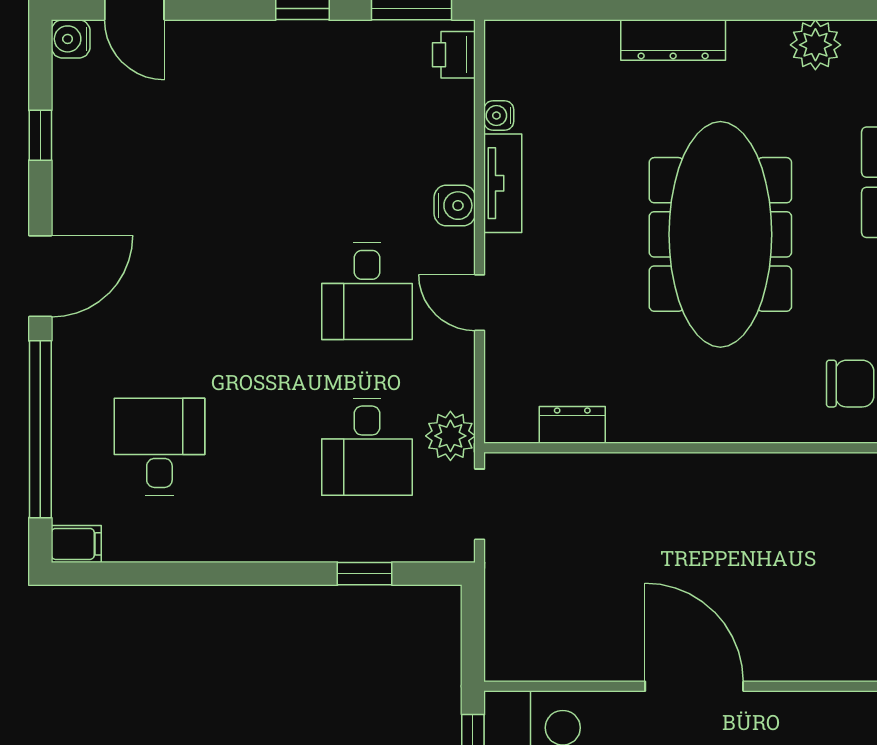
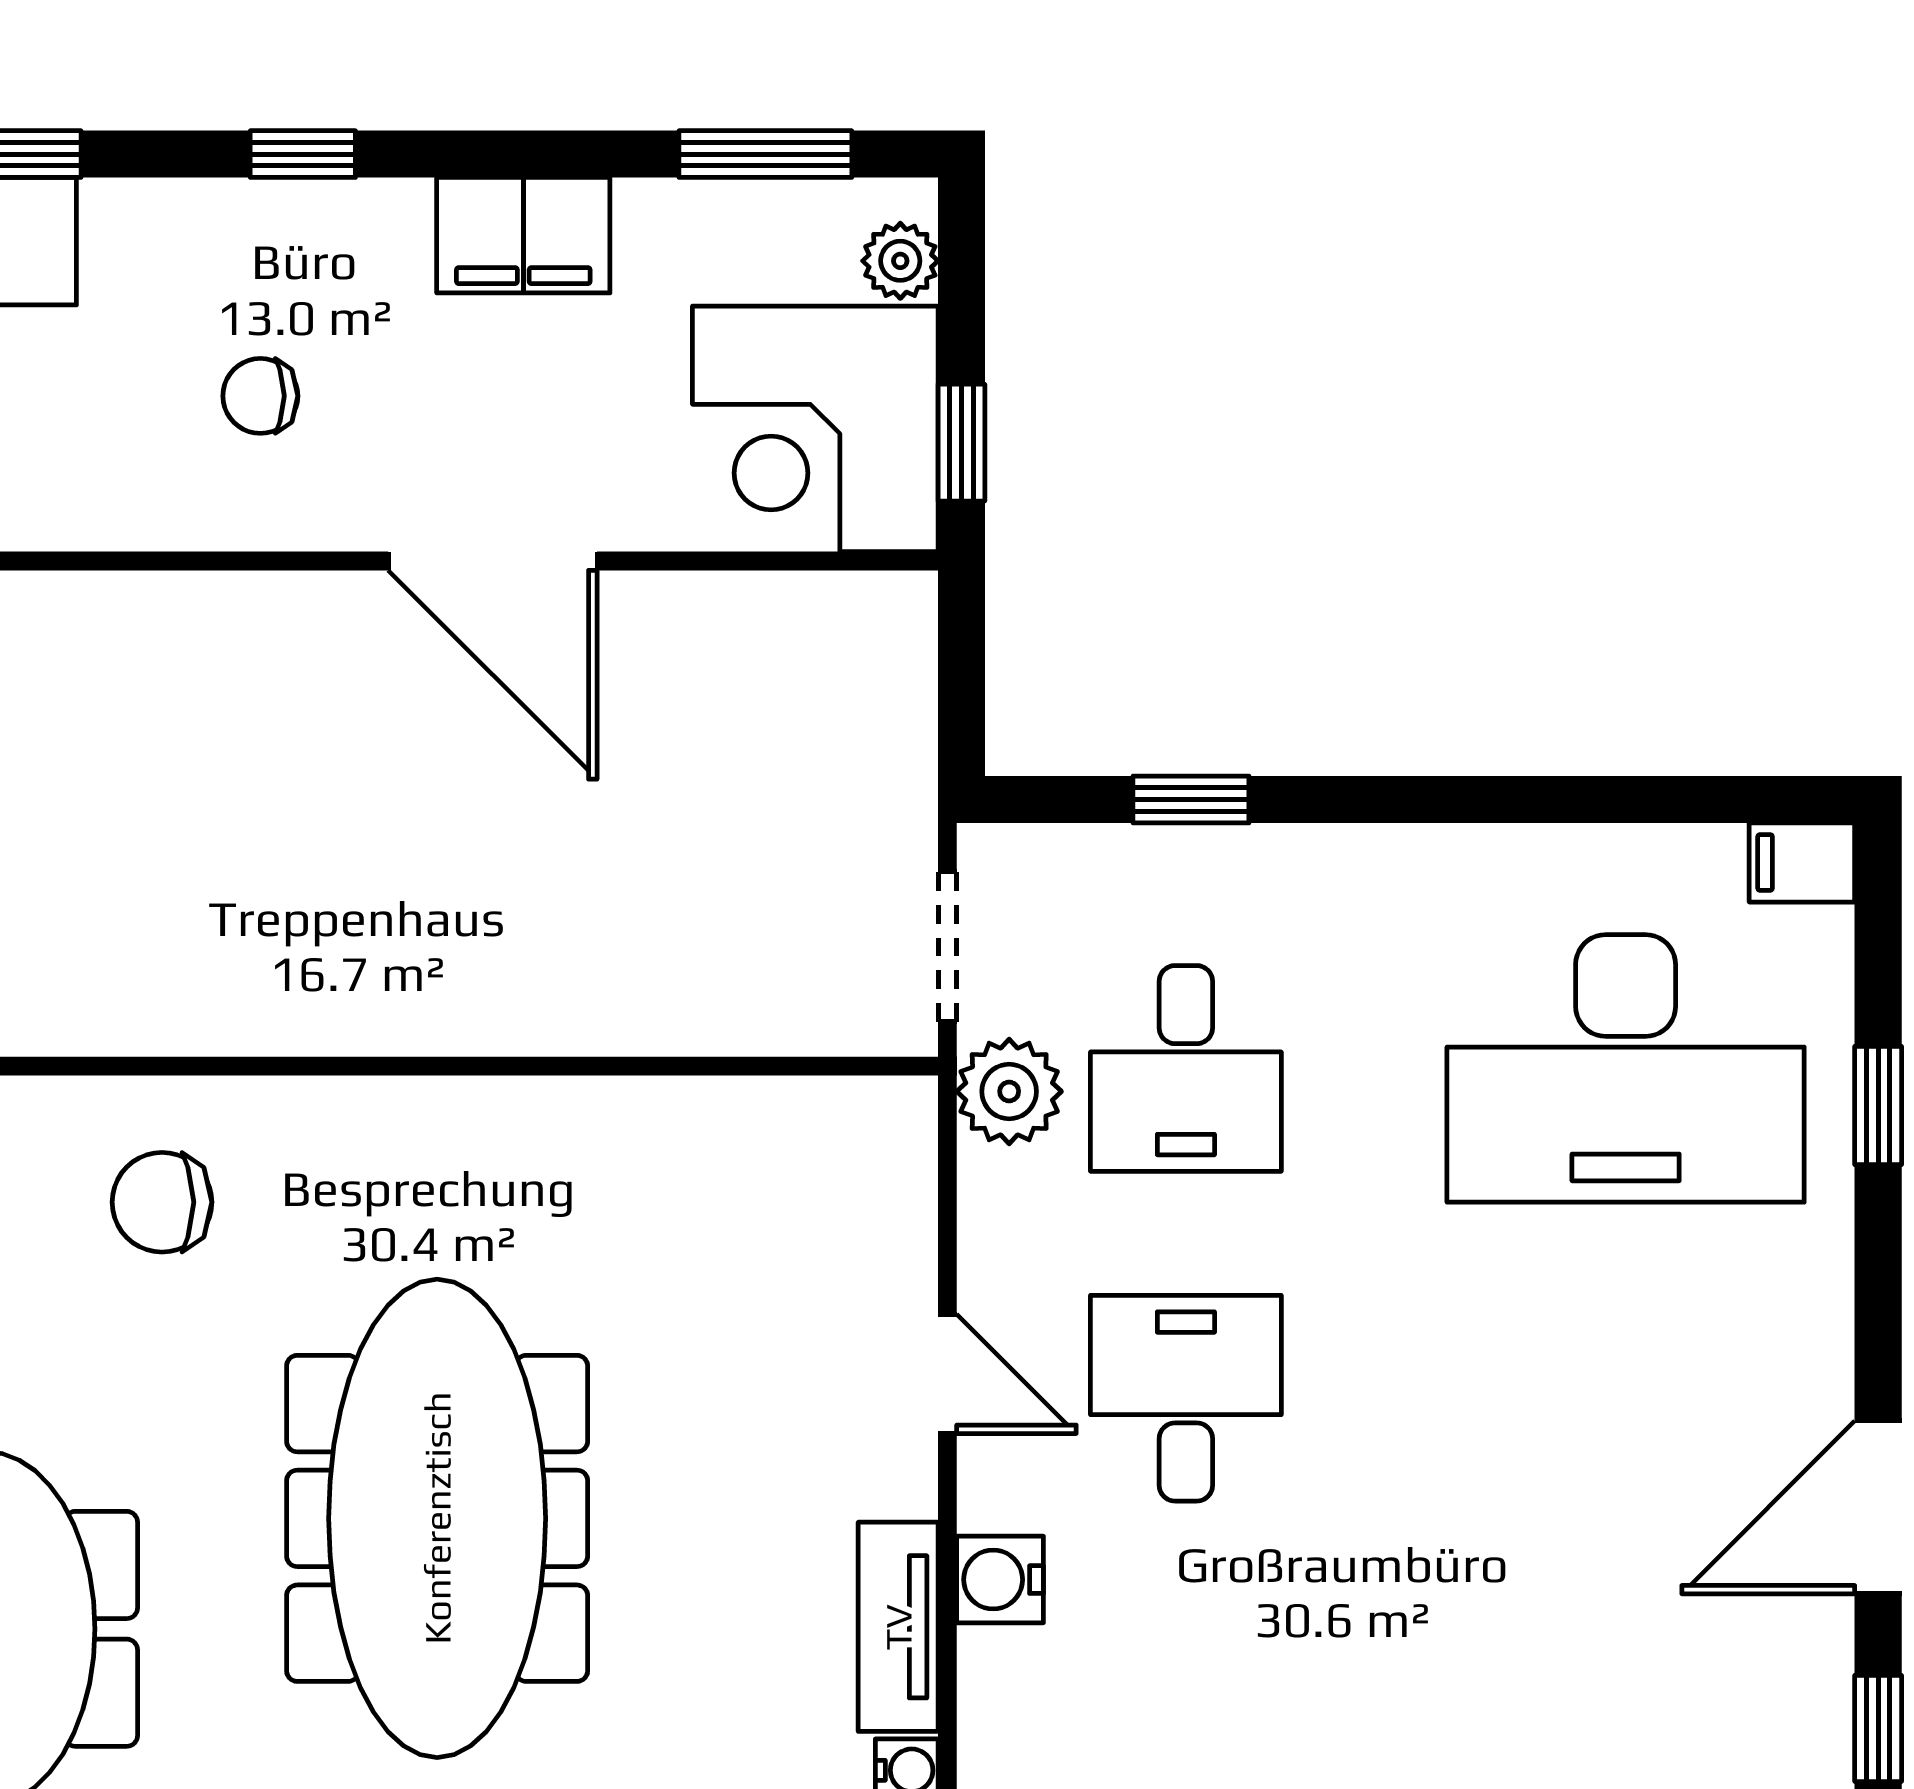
door: (40, 276) -> (1878, 1507), moved
dresser: (572, 425) -> (751, 1115), removed
window: (40, 429) -> (1878, 1106), width x0.32
desk: (159, 447) -> (1626, 1068), width x1.87, depth x1.30
desk: (367, 447) -> (1186, 1068), turned 180

